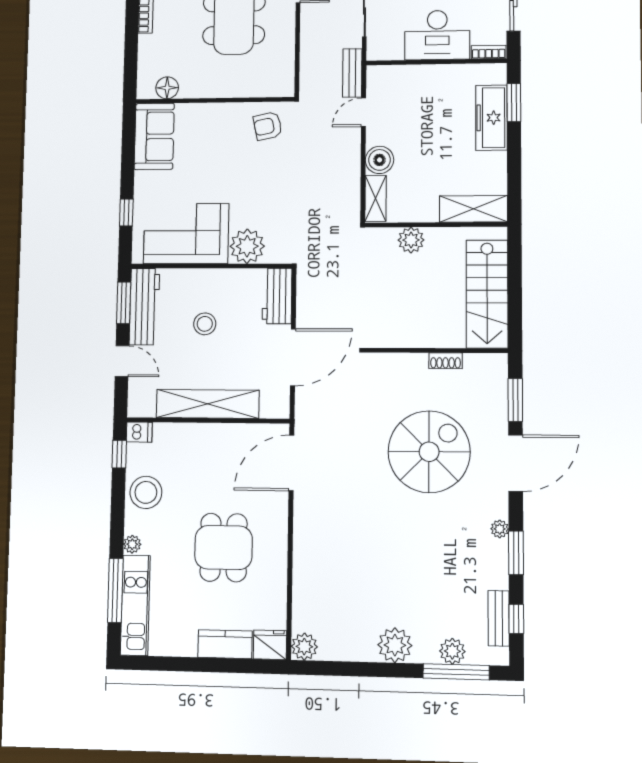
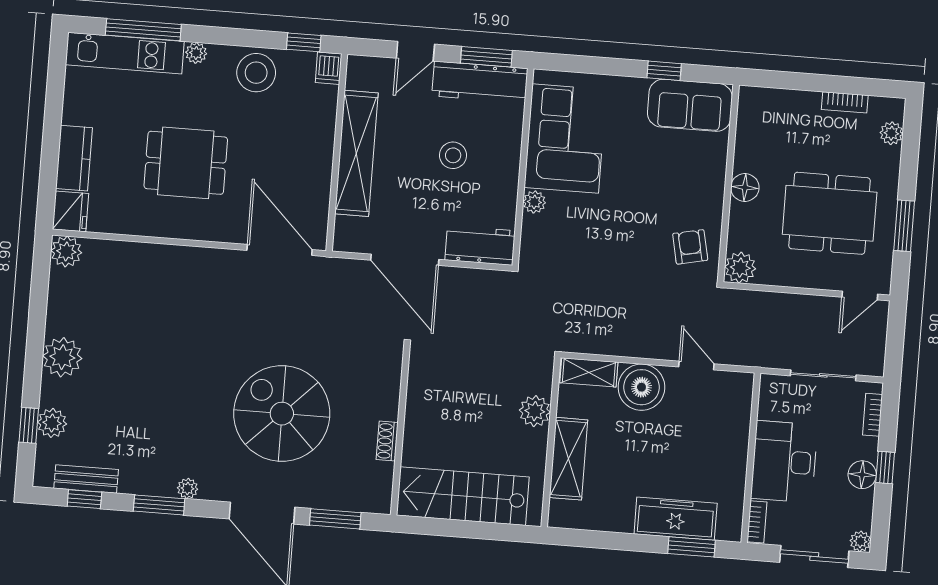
bench: (352, 73) -> (747, 355), removed
plant: (282, 85) -> (740, 268), added
floor lamp: (167, 88) -> (745, 188), moved
boiler: (379, 160) -> (641, 387), width x1.37, depth x1.37
shelving: (473, 209) -> (569, 459), moved
window: (126, 212) -> (664, 71), moved
plant: (247, 246) -> (534, 202), width x0.53, depth x0.53
spiral stairs: (429, 452) -> (282, 414), turned 180
window: (456, 672) -> (29, 425), width x0.46

